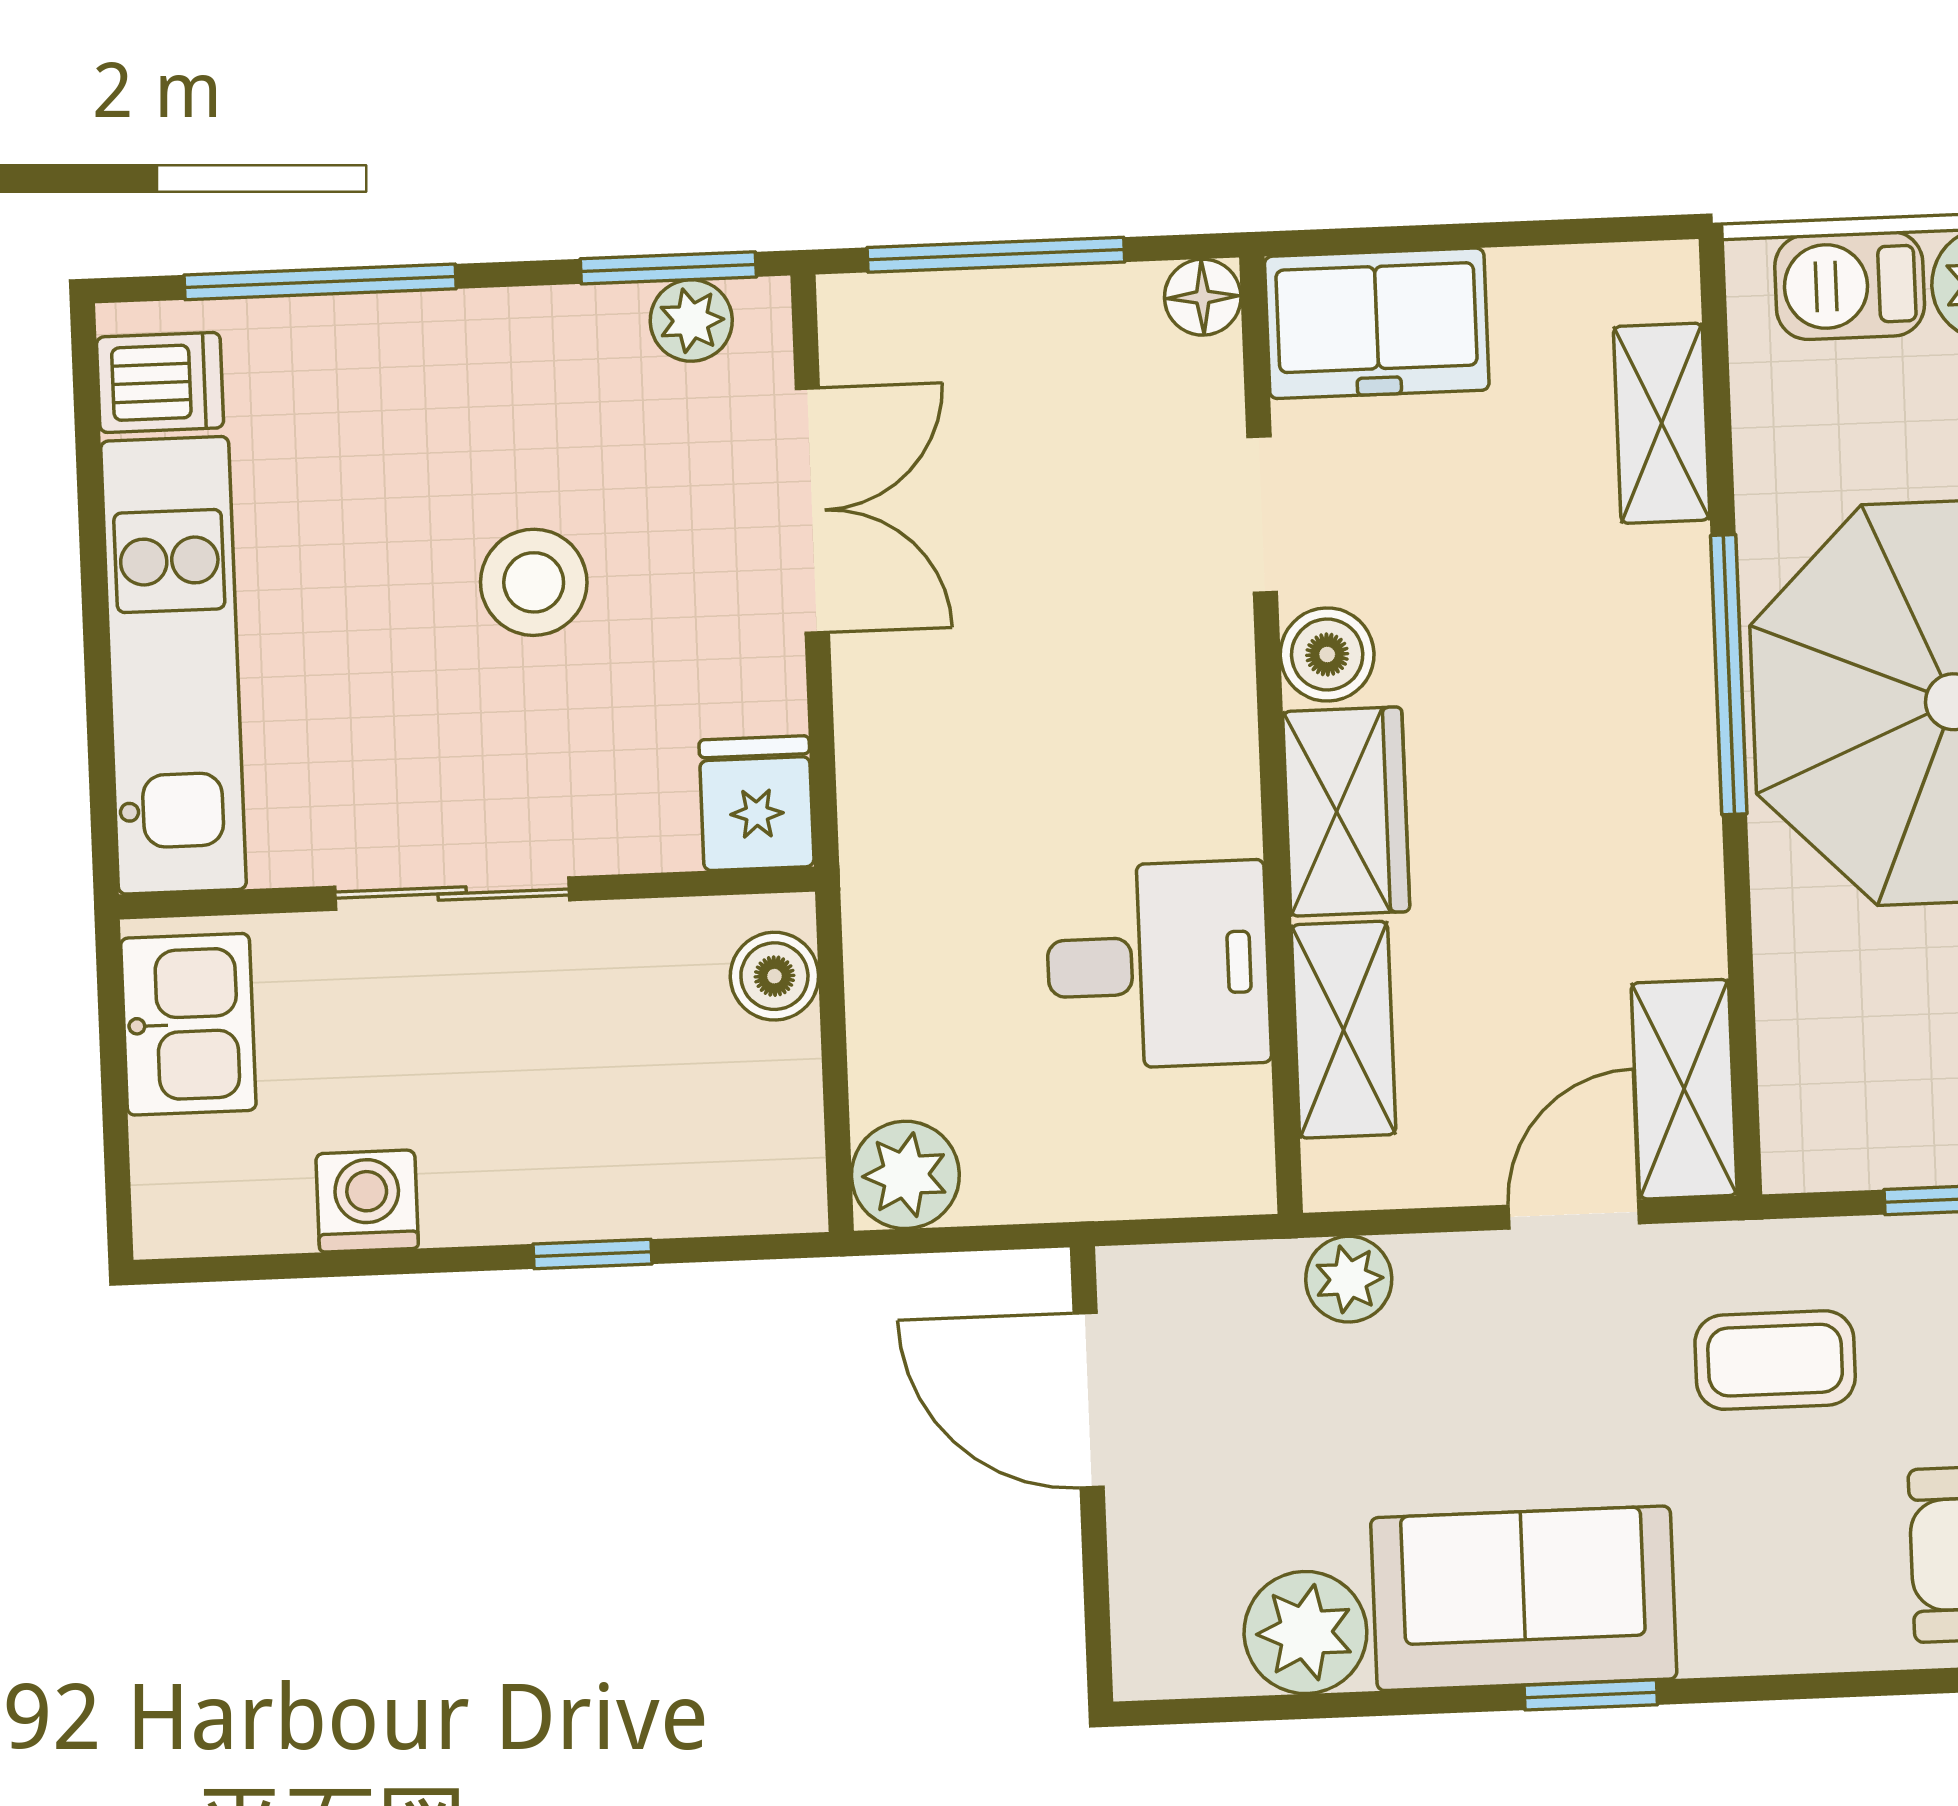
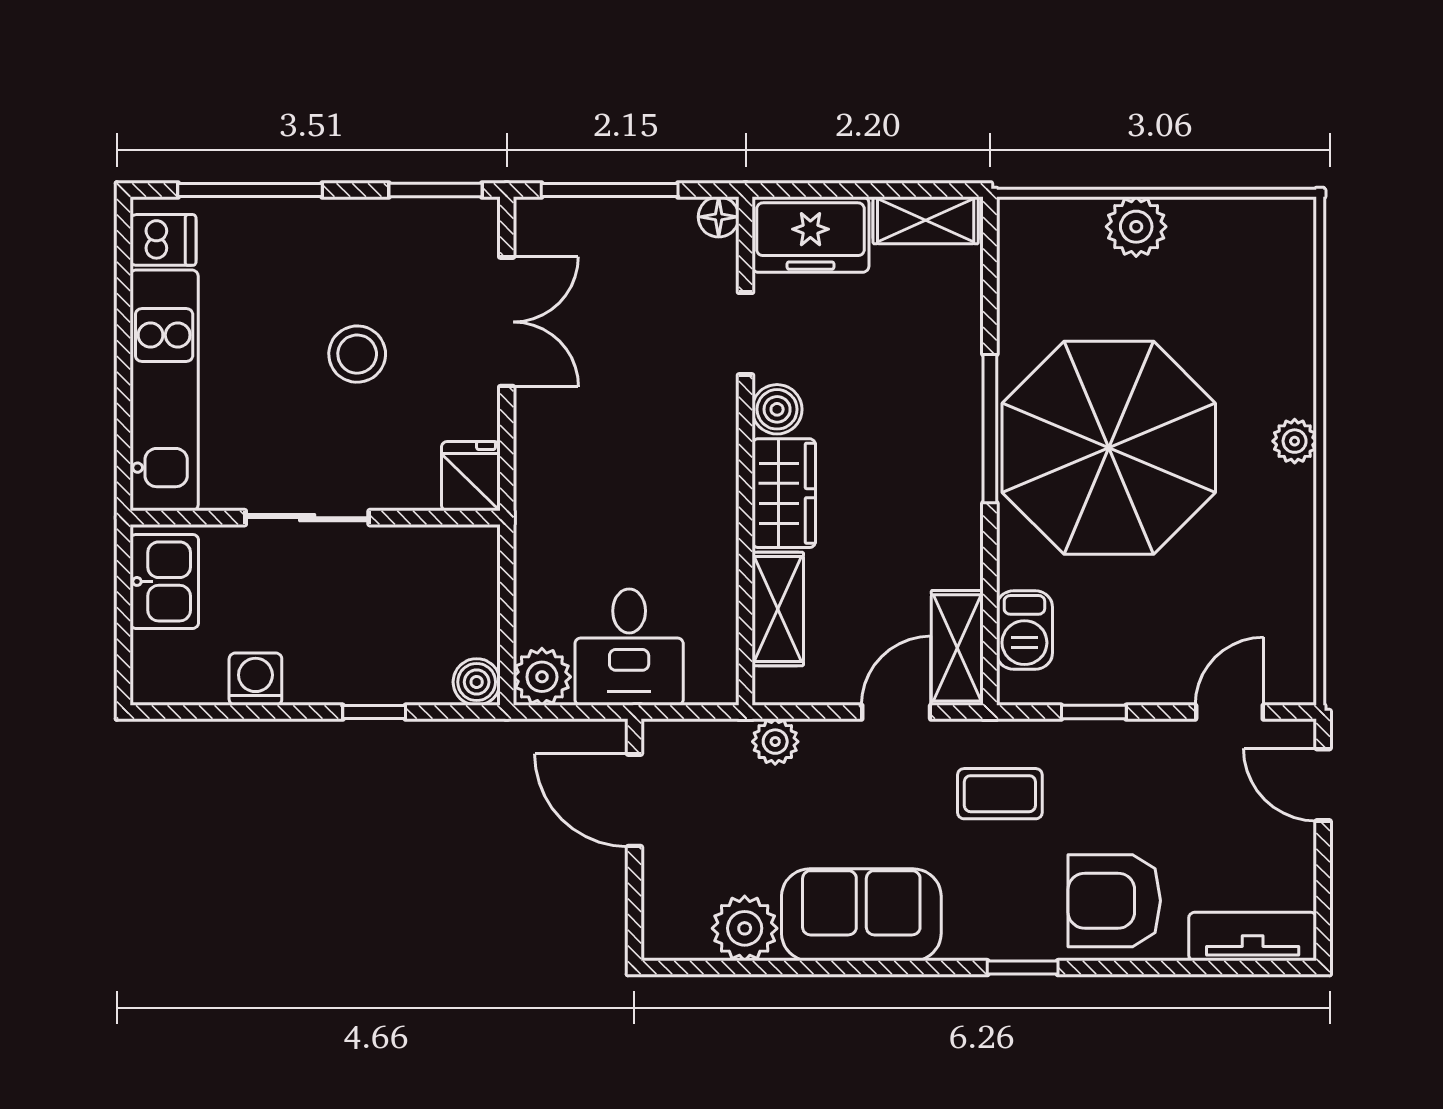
barbecue: (1850, 285) -> (1024, 630), moved, turned -90
plant: (691, 320) -> (446, 218), removed
shelving: (1662, 423) -> (926, 220), moved, turned 90
desk: (1158, 965) -> (629, 647), moved, turned 90
boiler: (774, 976) -> (477, 682), moved
window: (1591, 1695) -> (1023, 968), moved

